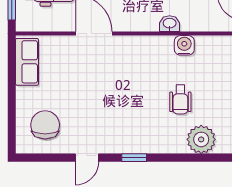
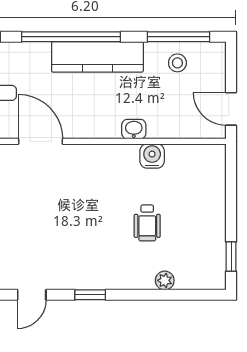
plant: (201, 139) -> (165, 280), width x0.53, depth x0.53

